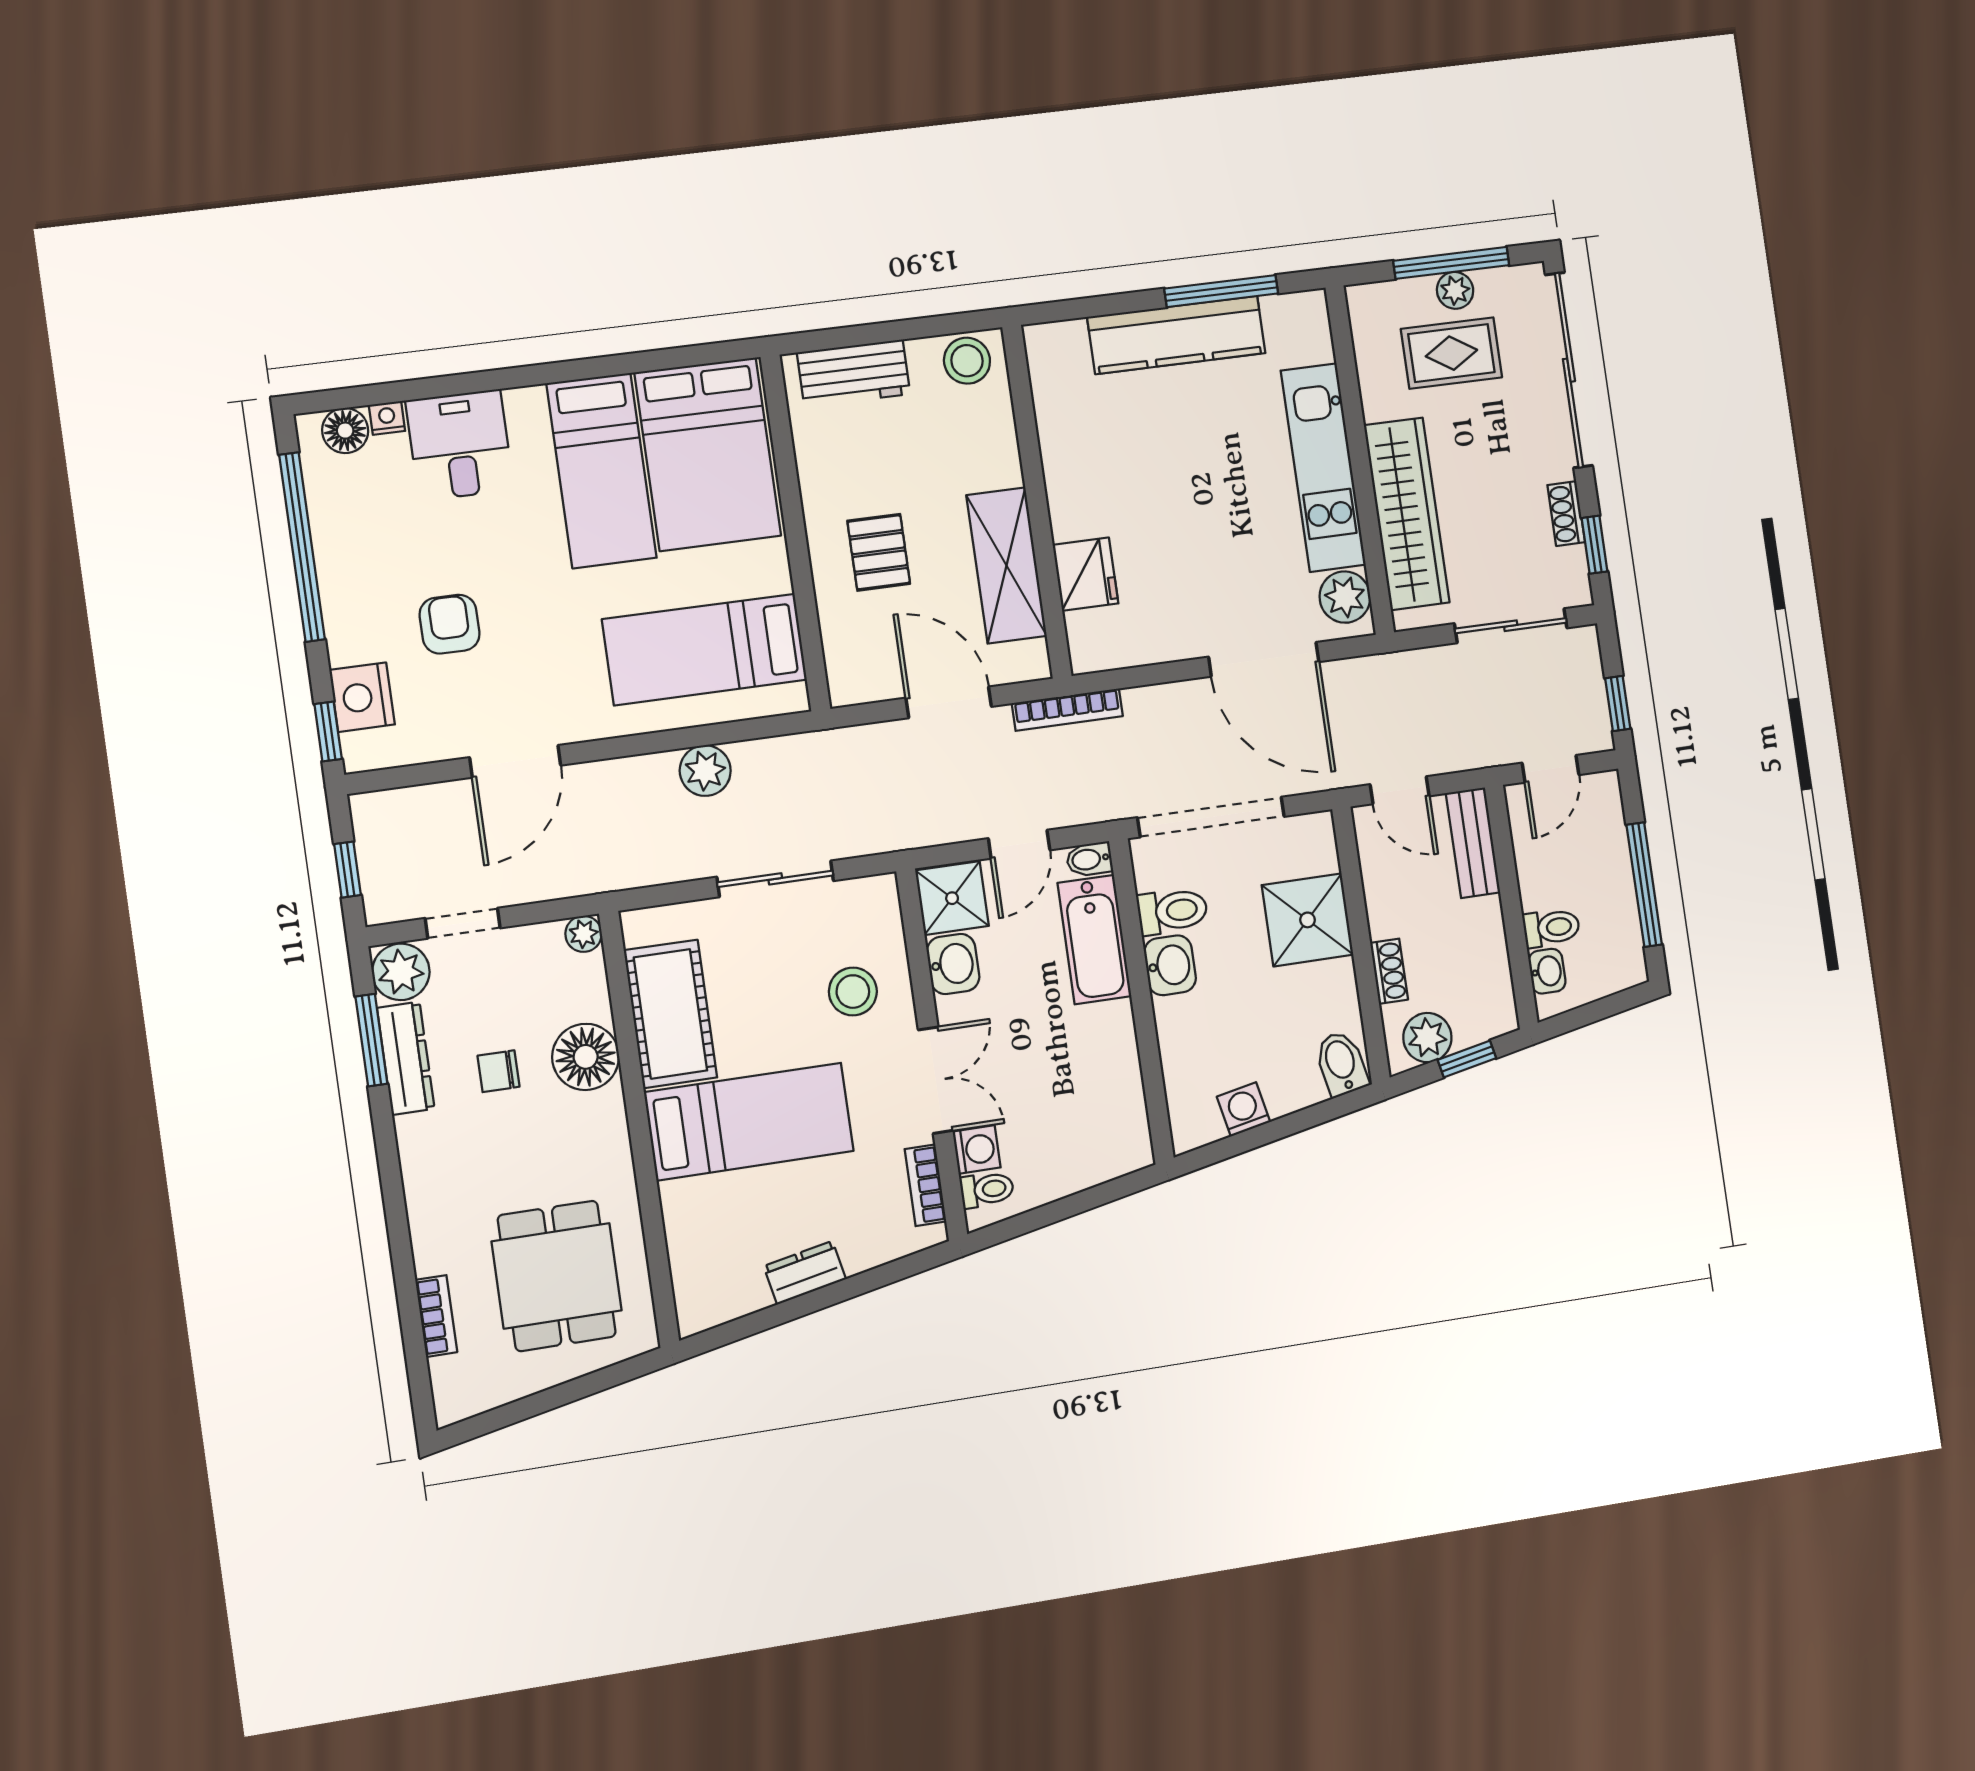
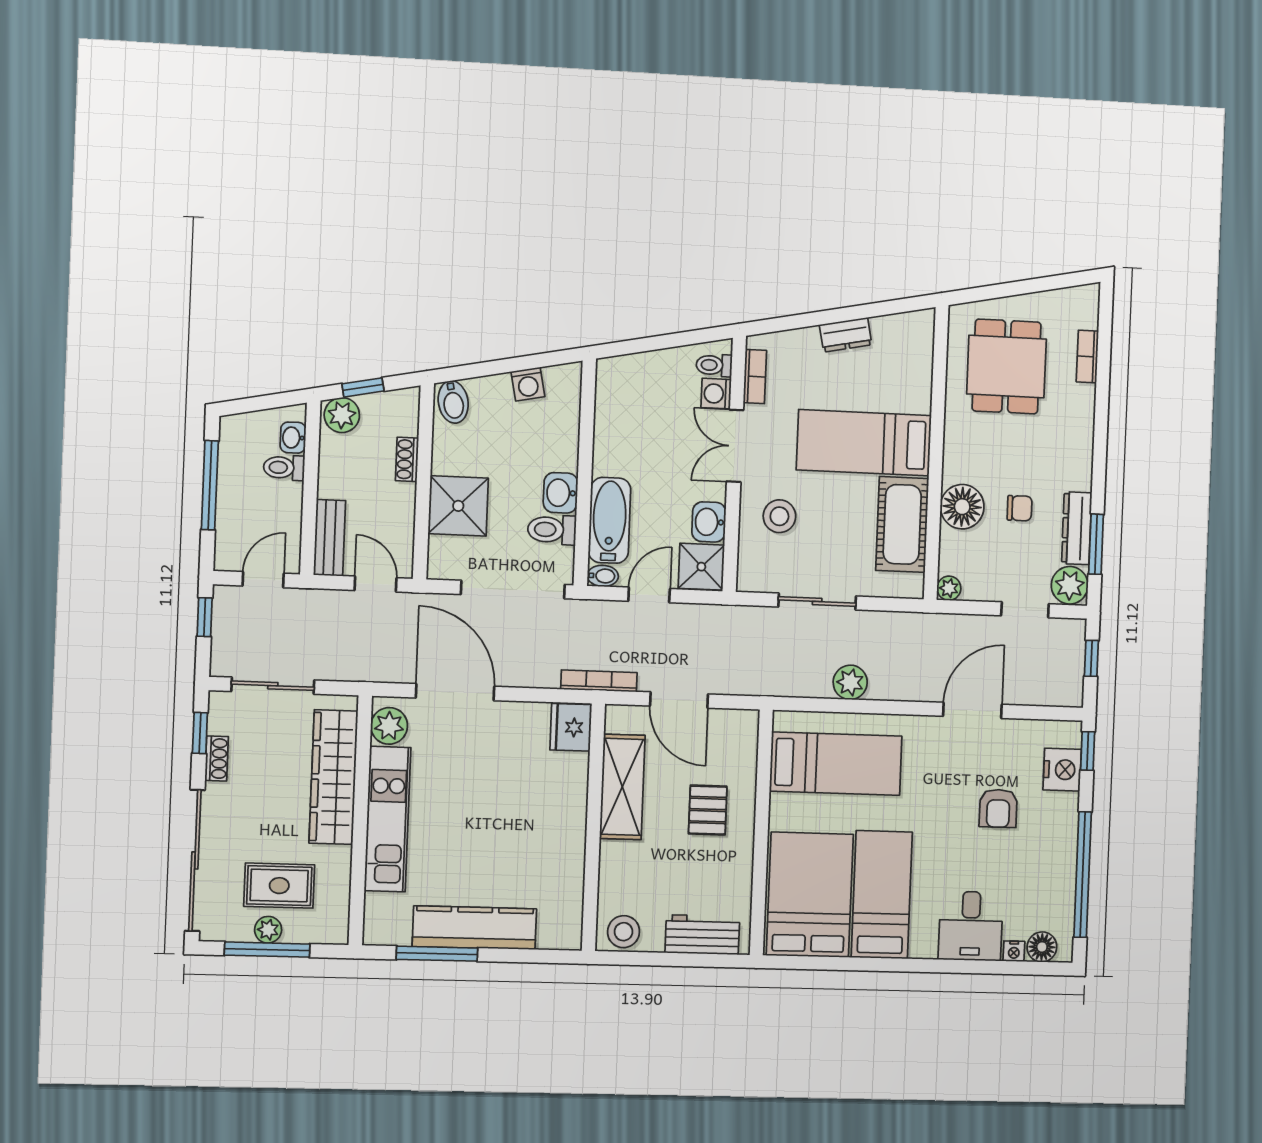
fridge: (1085, 574) -> (571, 727), moved
plant: (1427, 1038) -> (342, 415), moved

